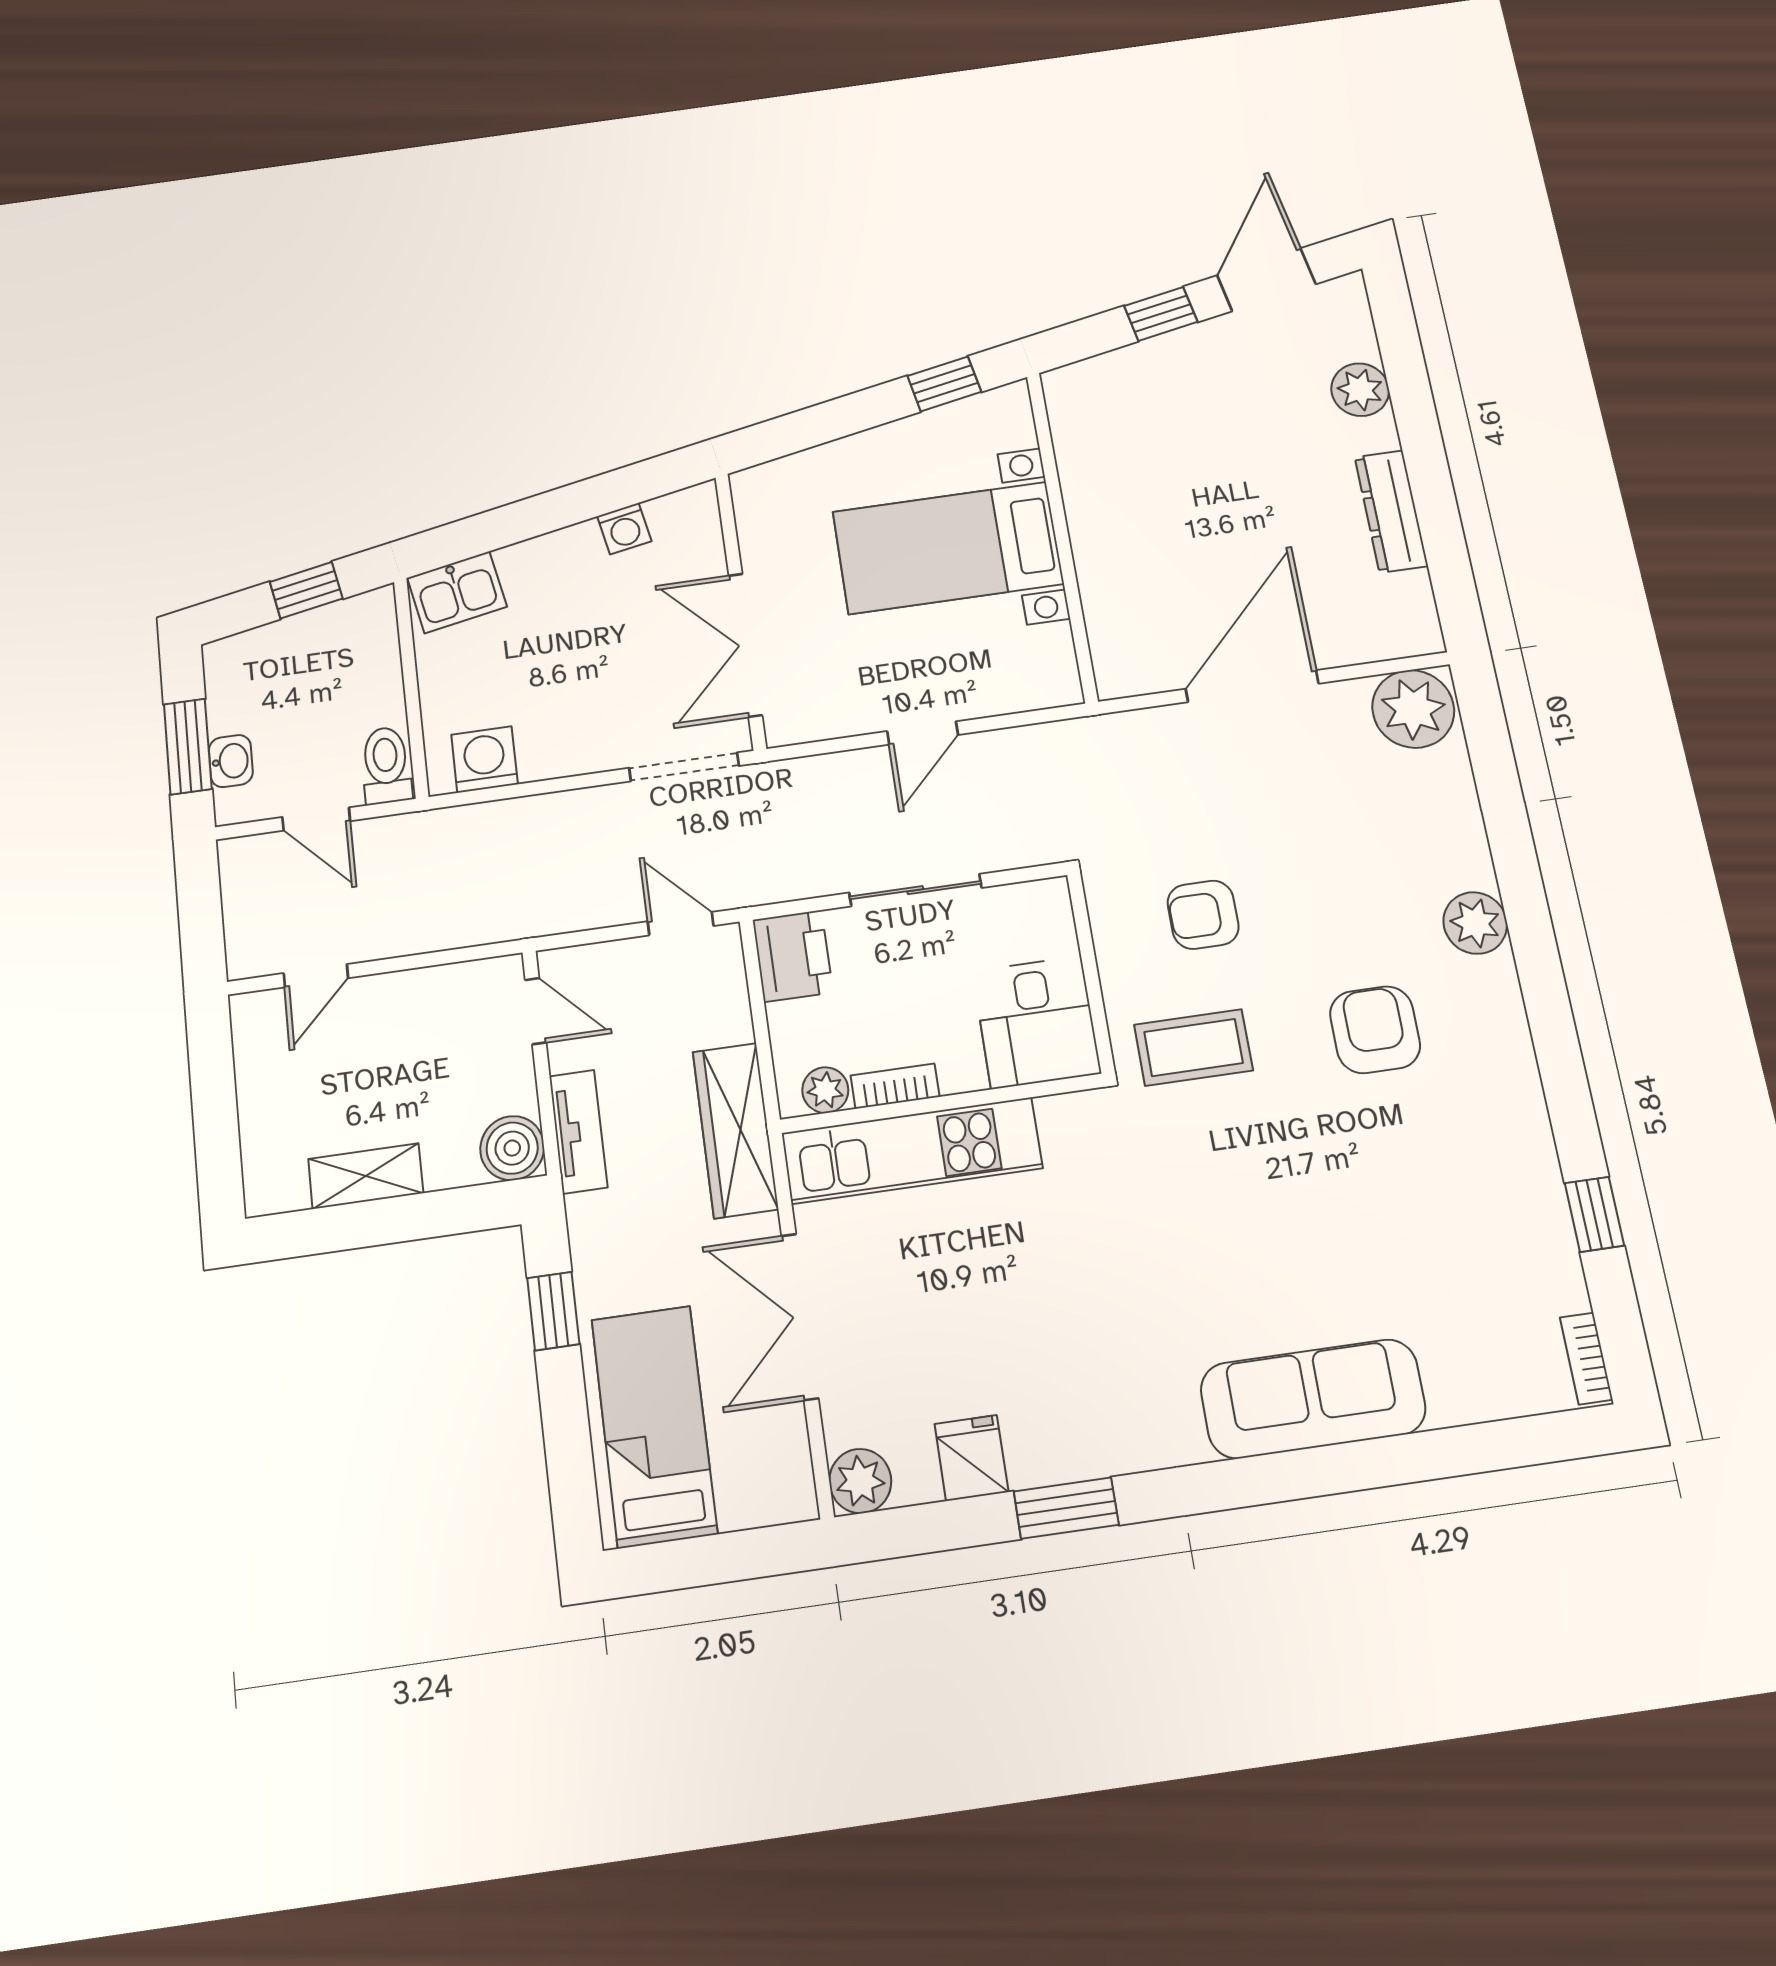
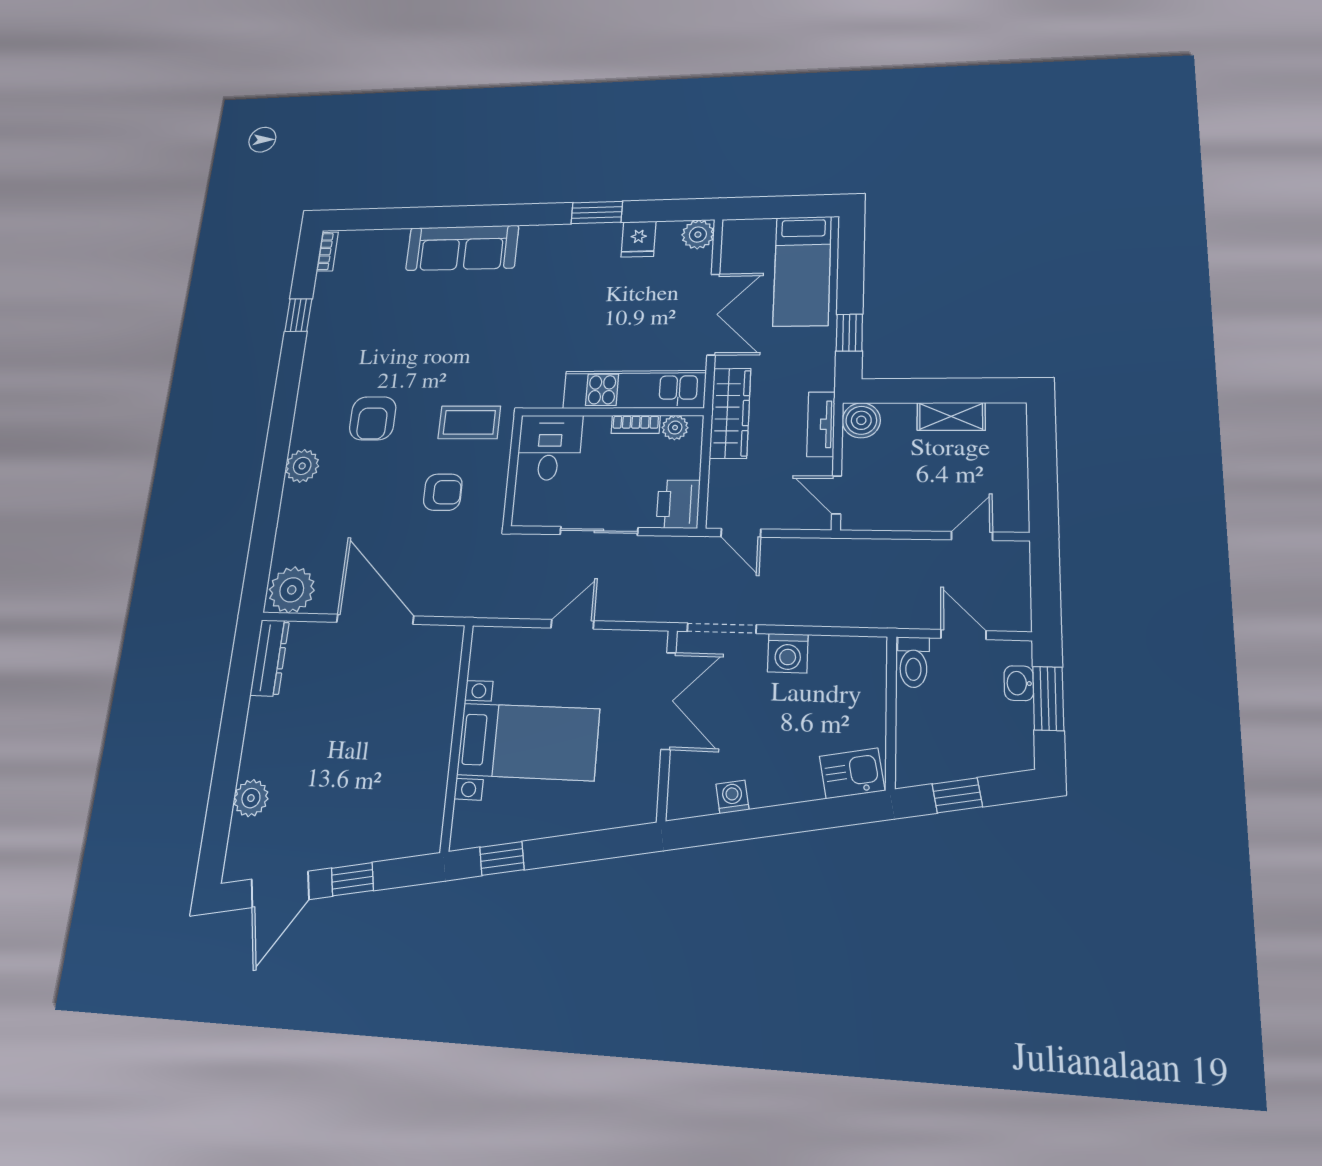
dresser: (1391, 511) -> (270, 658), moved
door: (1252, 686) -> (375, 619), swing flipped
washing machine: (484, 759) -> (788, 653), moved

